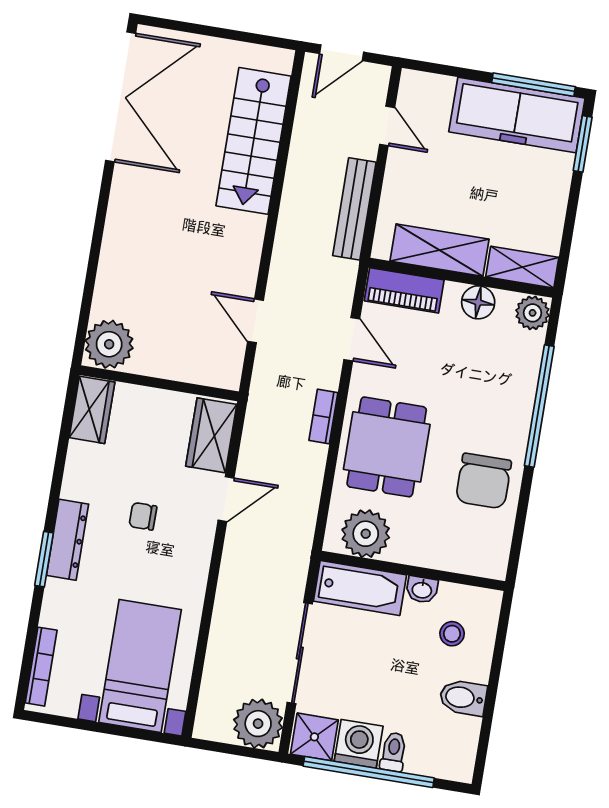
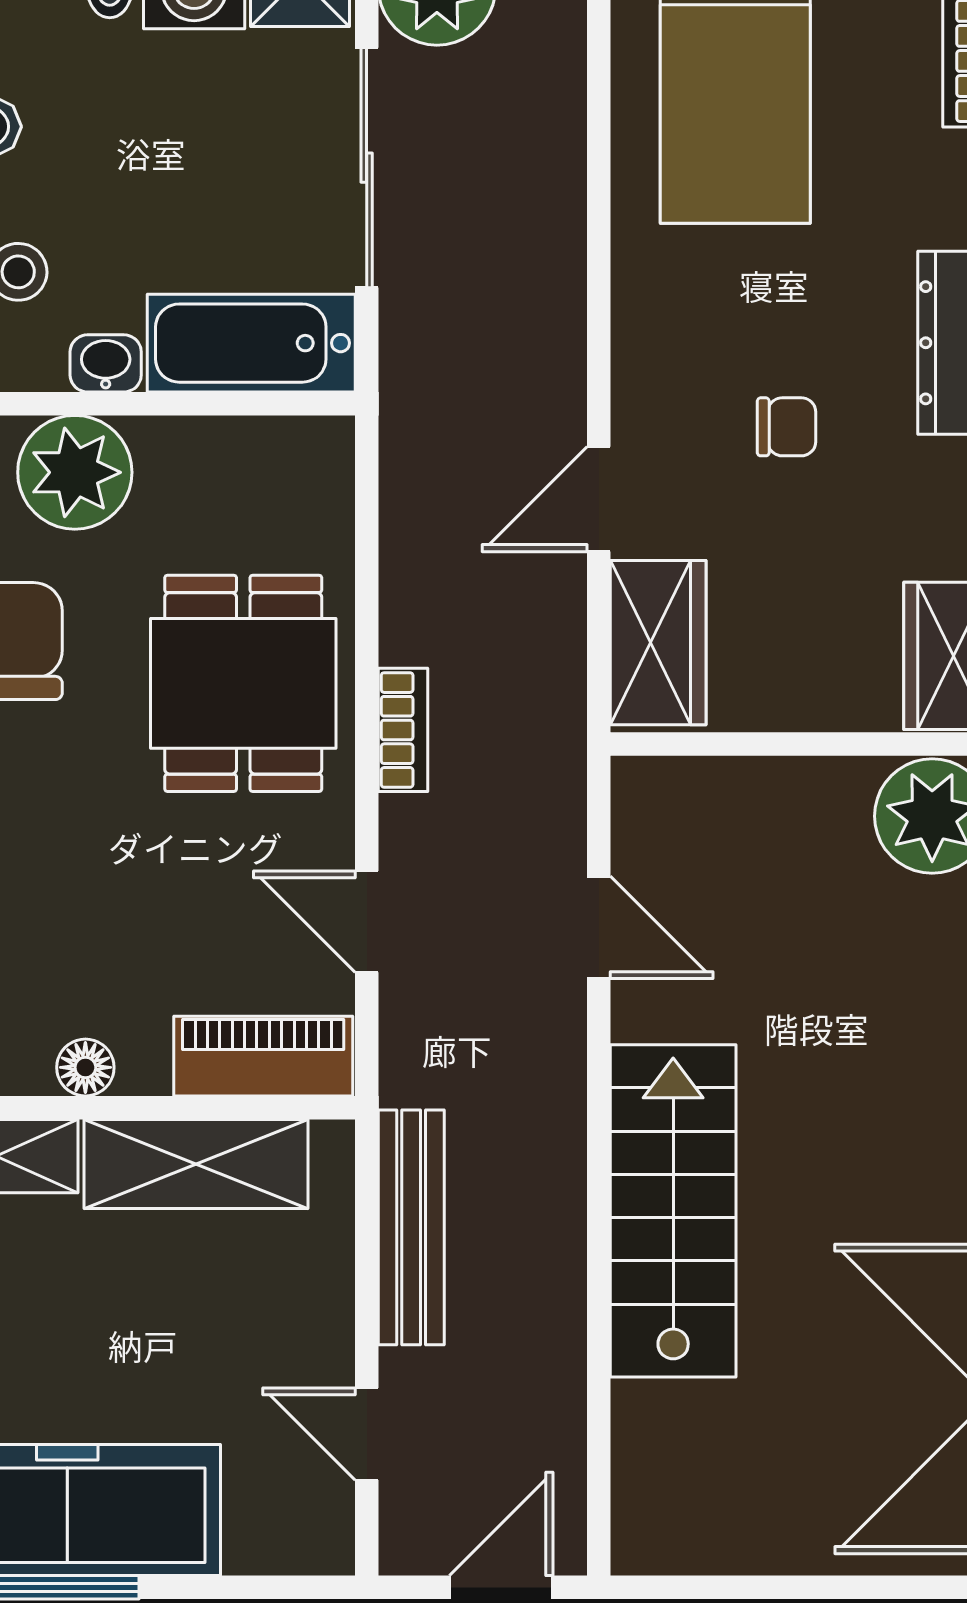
stairs: (254, 141) -> (673, 1211), moved
floor lamp: (478, 302) -> (85, 1067), width x0.73, depth x0.73
plant: (366, 534) -> (75, 472), moved

